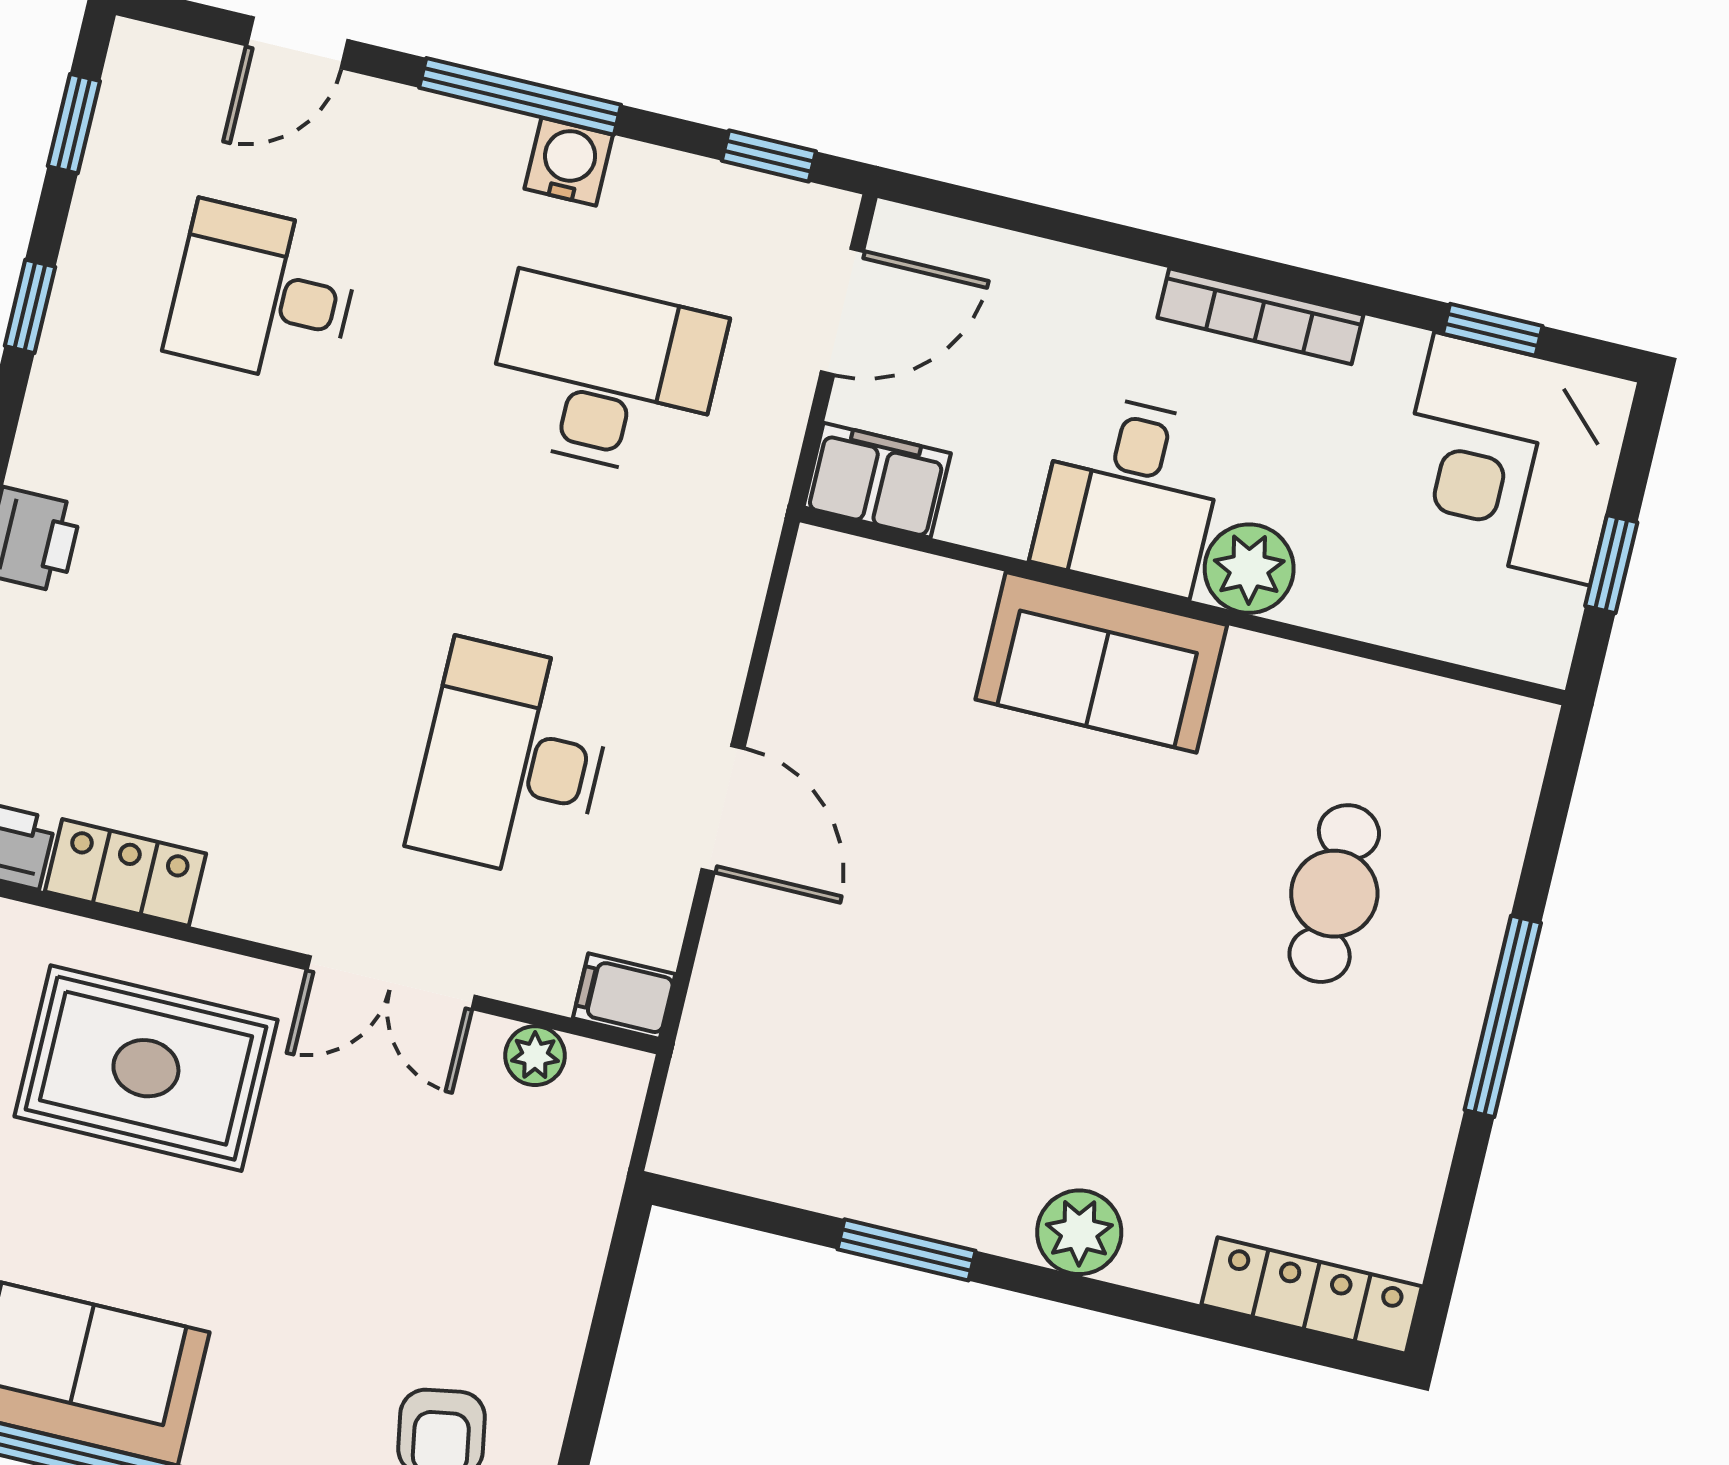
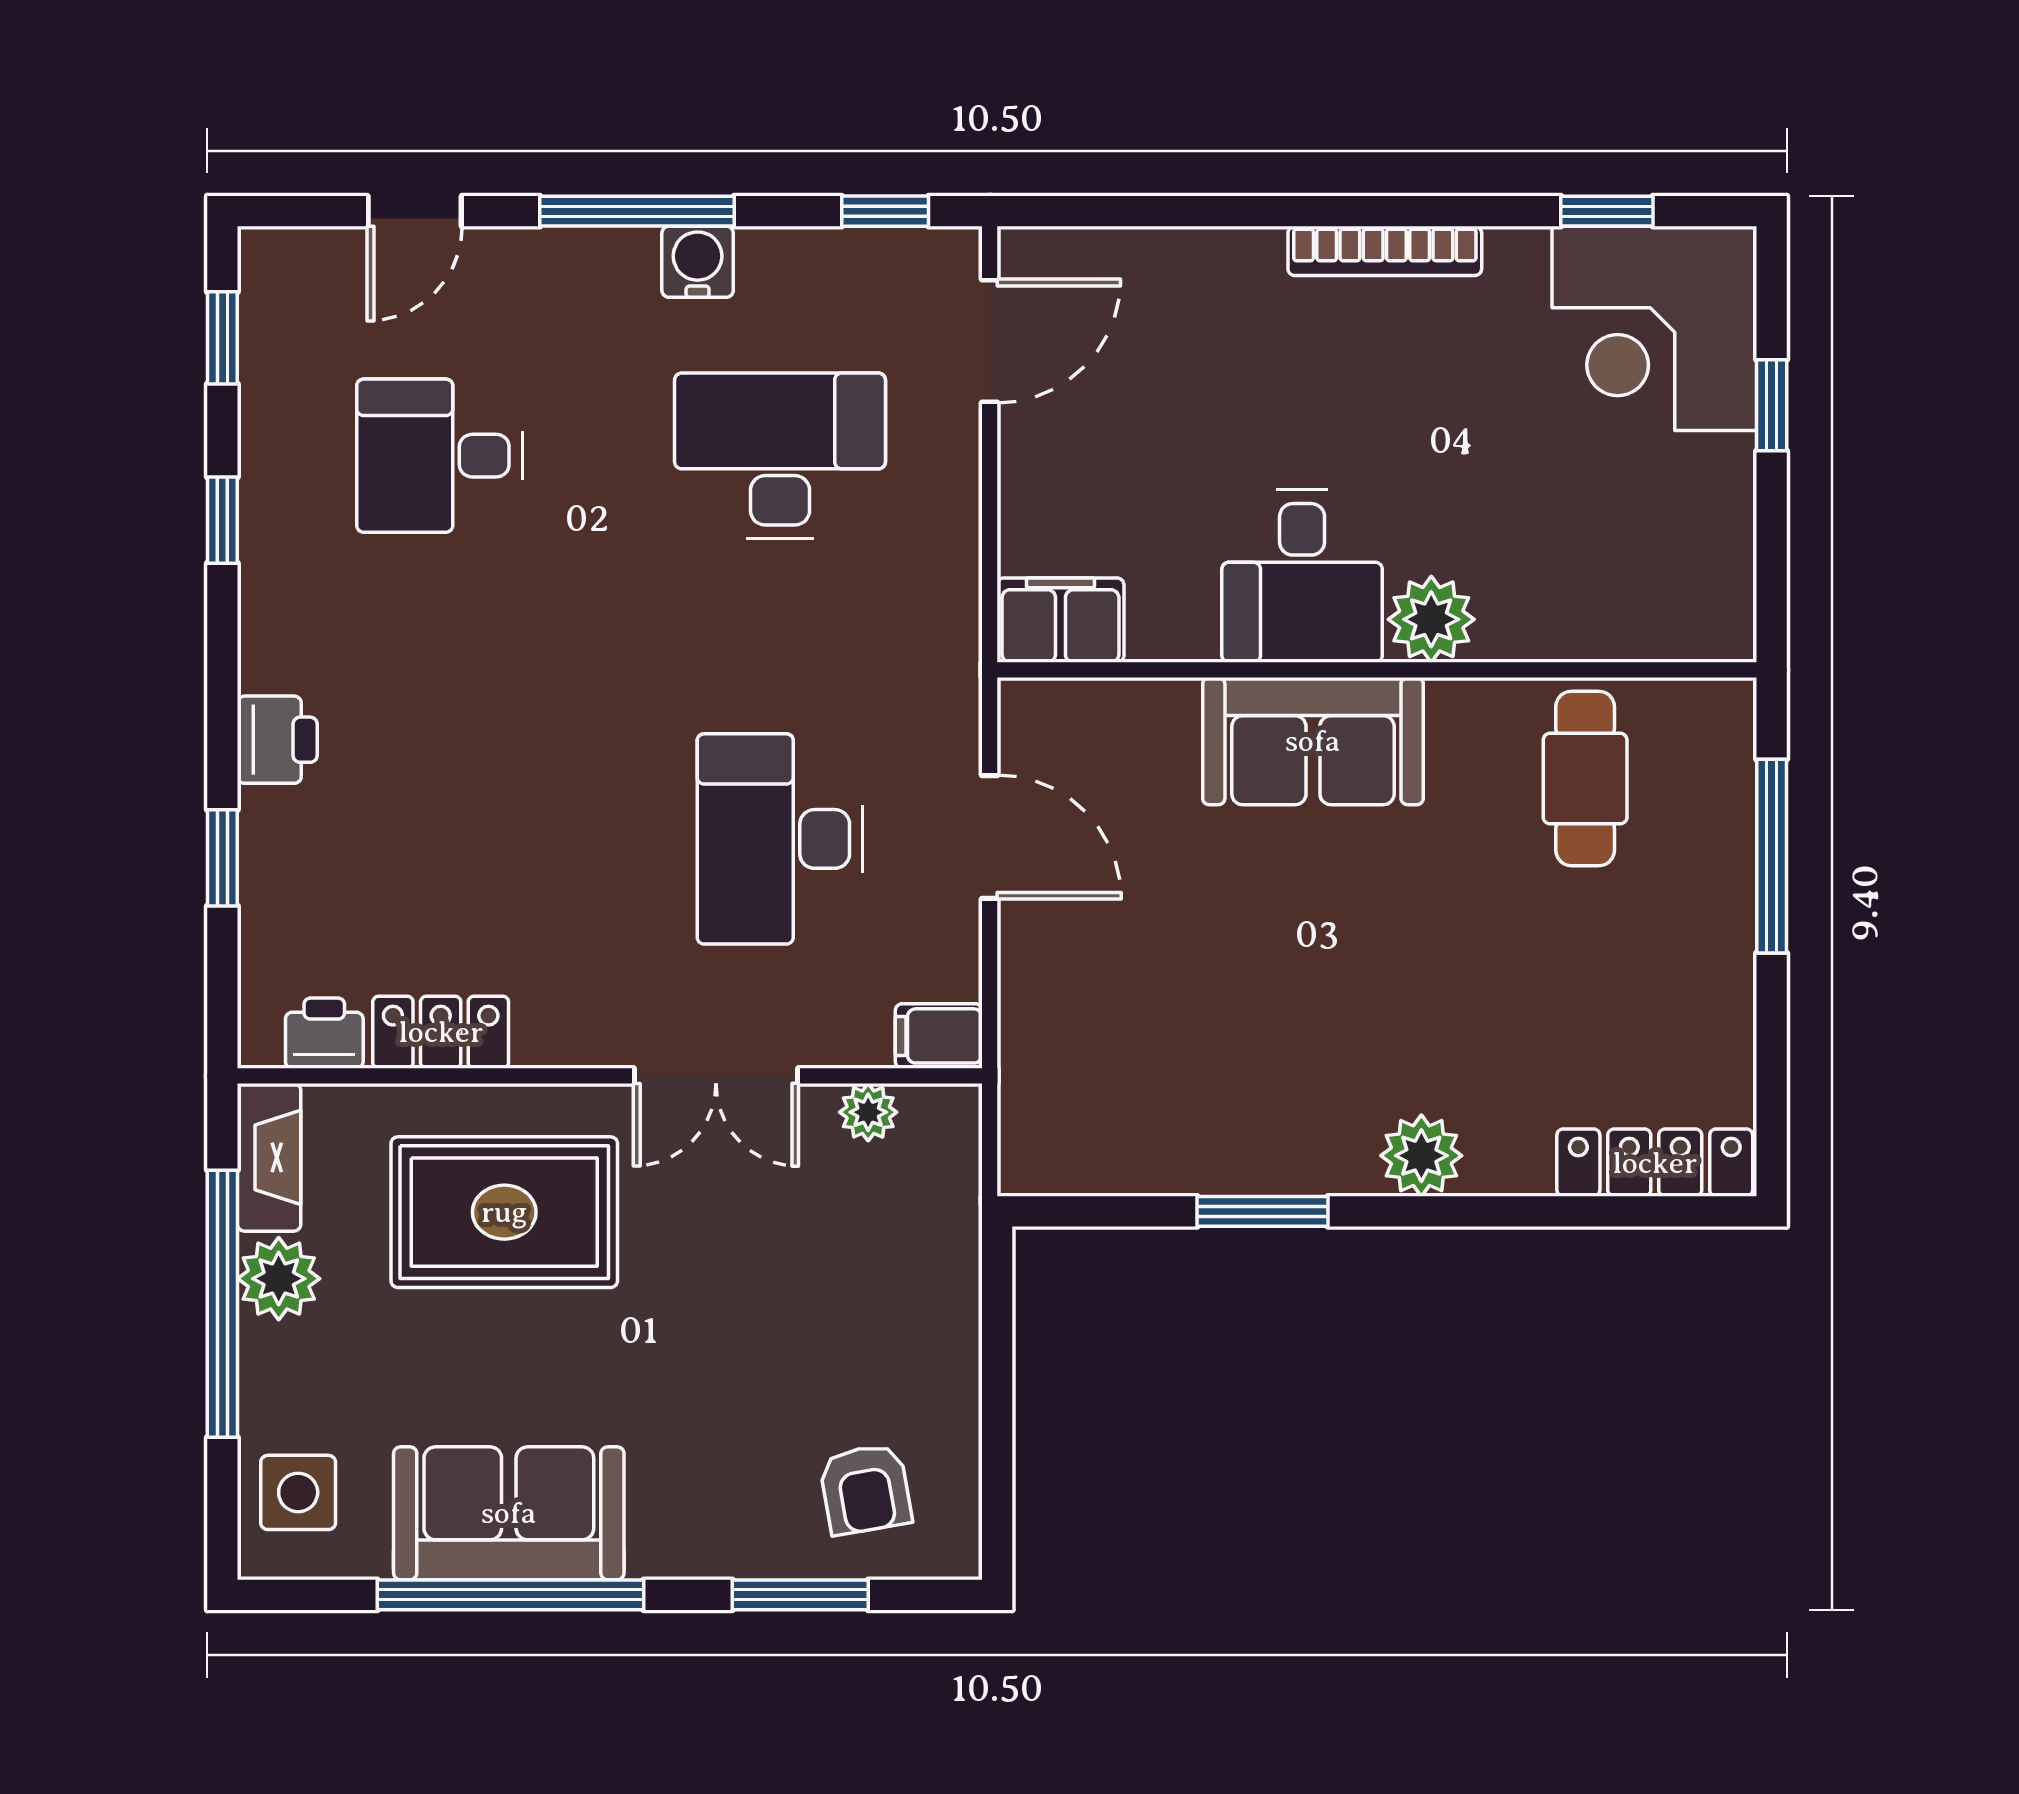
filing cabinet: (877, 480) -> (1060, 620), moved
desk: (1130, 494) -> (1302, 576), moved
plant: (1249, 569) -> (1431, 619), moved
wall: (1182, 606) -> (1377, 670), moved
sofa: (1101, 662) -> (1313, 741), moved

